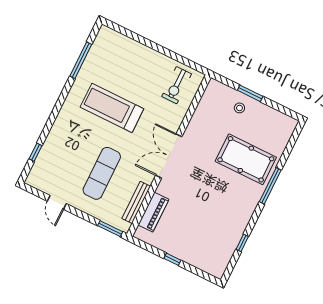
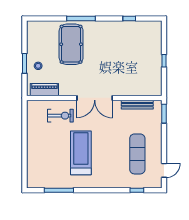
exercise bike: (177, 85) -> (60, 116), moved
treadmill: (112, 108) -> (81, 153), turned 180
exercise mat: (102, 173) -> (137, 154), moved, turned 90
door: (57, 202) -> (164, 170), moved
piano: (153, 212) -> (44, 90), moved

